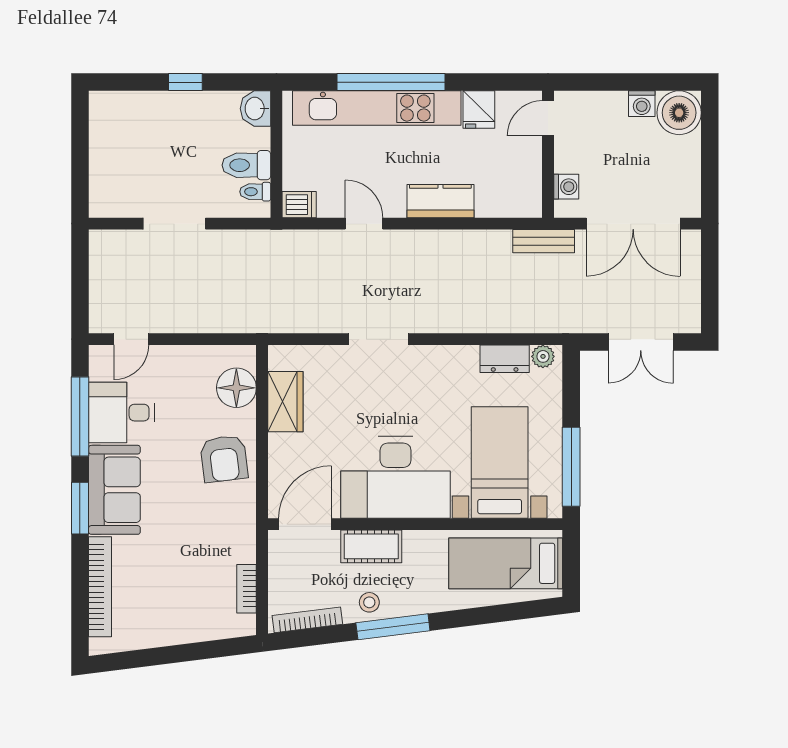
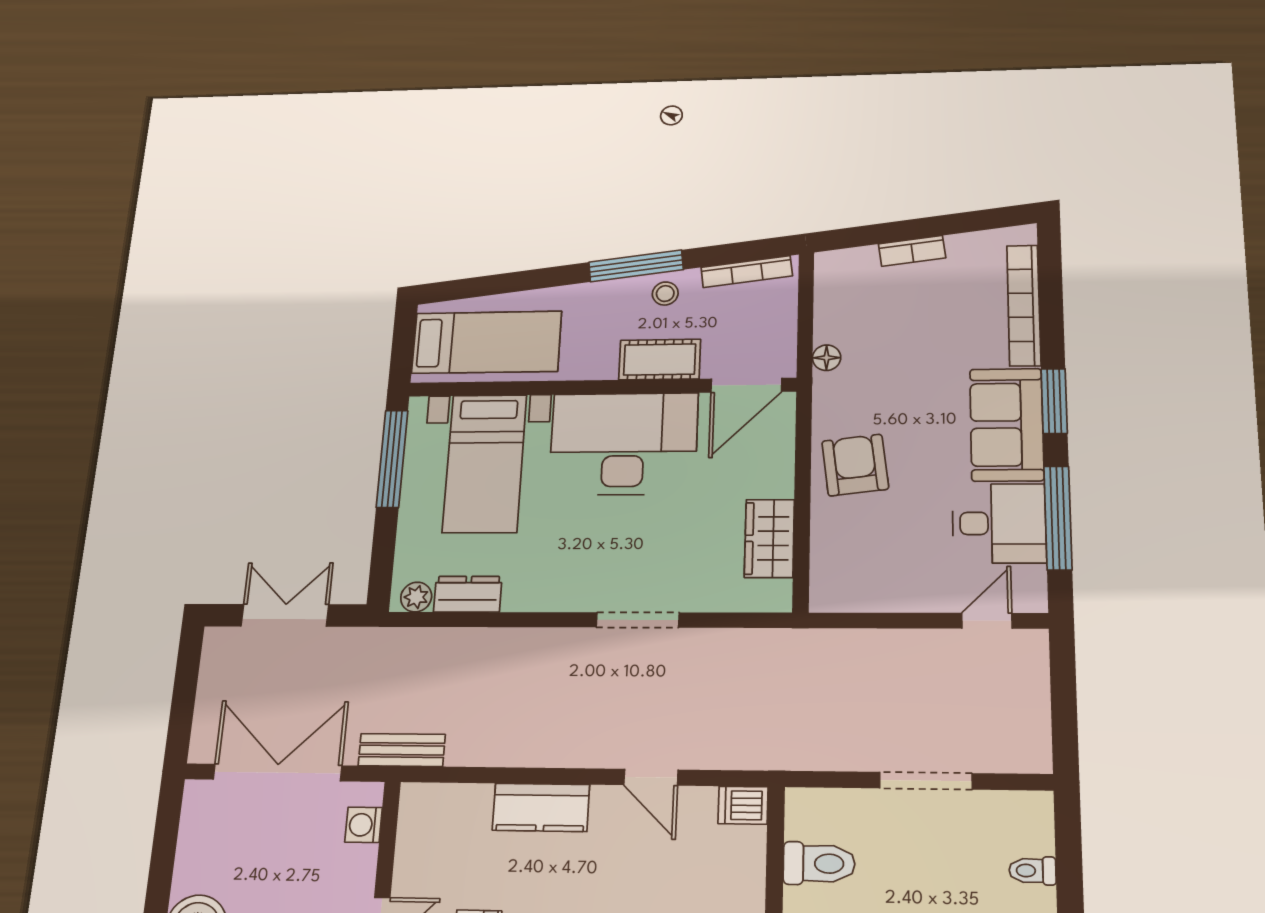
toilet: (255, 192) -> (1032, 871), moved, turned 180
floor lamp: (236, 388) -> (827, 358), moved, width x0.53, depth x0.53
bookcase: (246, 589) -> (912, 251), moved, turned 83

